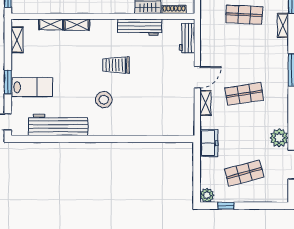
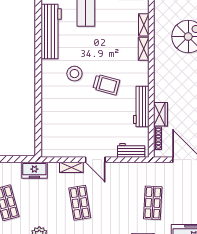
trolley: (116, 65) -> (106, 85), turned 105

